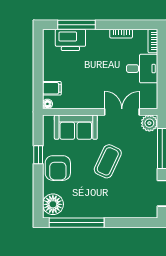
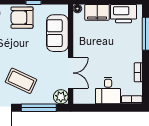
printer: (70, 40) -> (123, 14), moved, turned -90
filing cabinet: (52, 88) -> (97, 12), width x2.00
coffee table: (108, 161) -> (21, 81), moved

